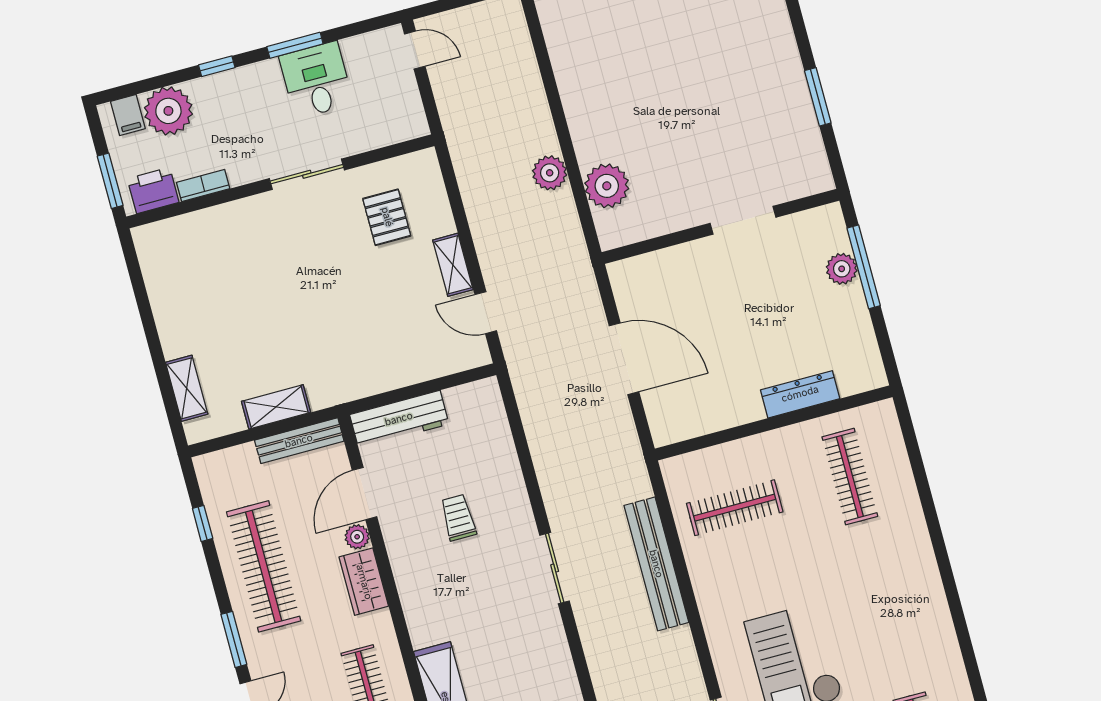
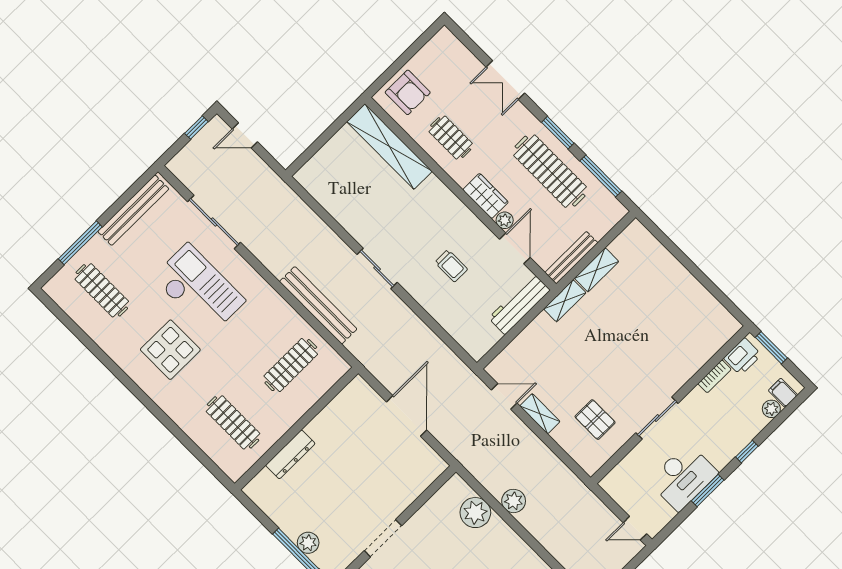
desk: (316, 80) -> (683, 477), width x1.37
plant: (168, 111) -> (771, 409), width x0.53, depth x0.53
door: (624, 359) -> (407, 416), swing flipped
shelving: (187, 388) -> (565, 301), moved, turned 90
window: (203, 523) -> (601, 176), width x2.17
display table: (877, 615) -> (170, 350), added
window: (234, 639) -> (558, 133), moved

